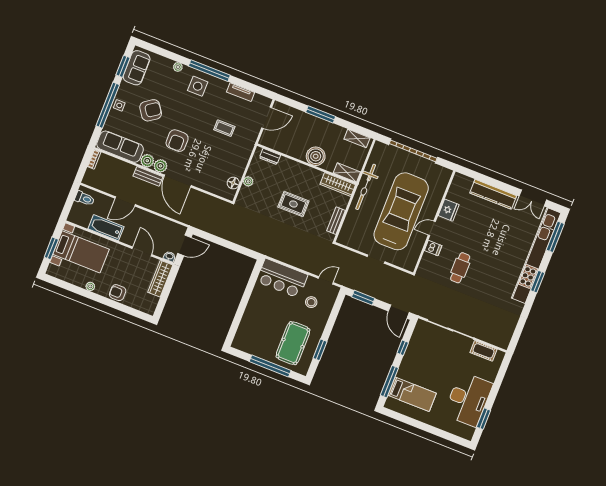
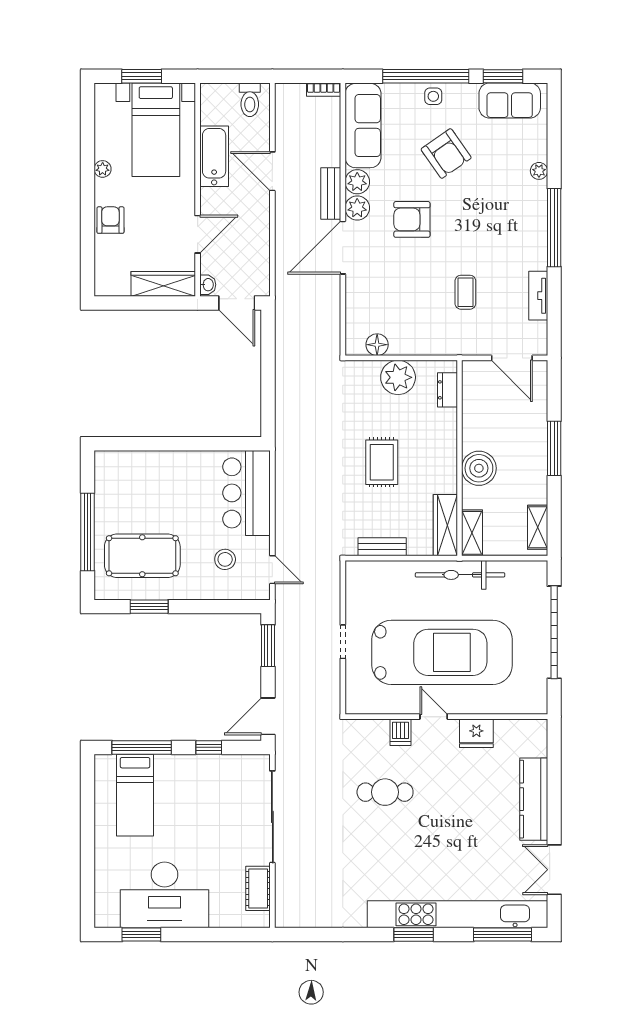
side table: (198, 86) -> (519, 218), removed
plant: (248, 181) -> (398, 377), width x1.88, depth x1.88

